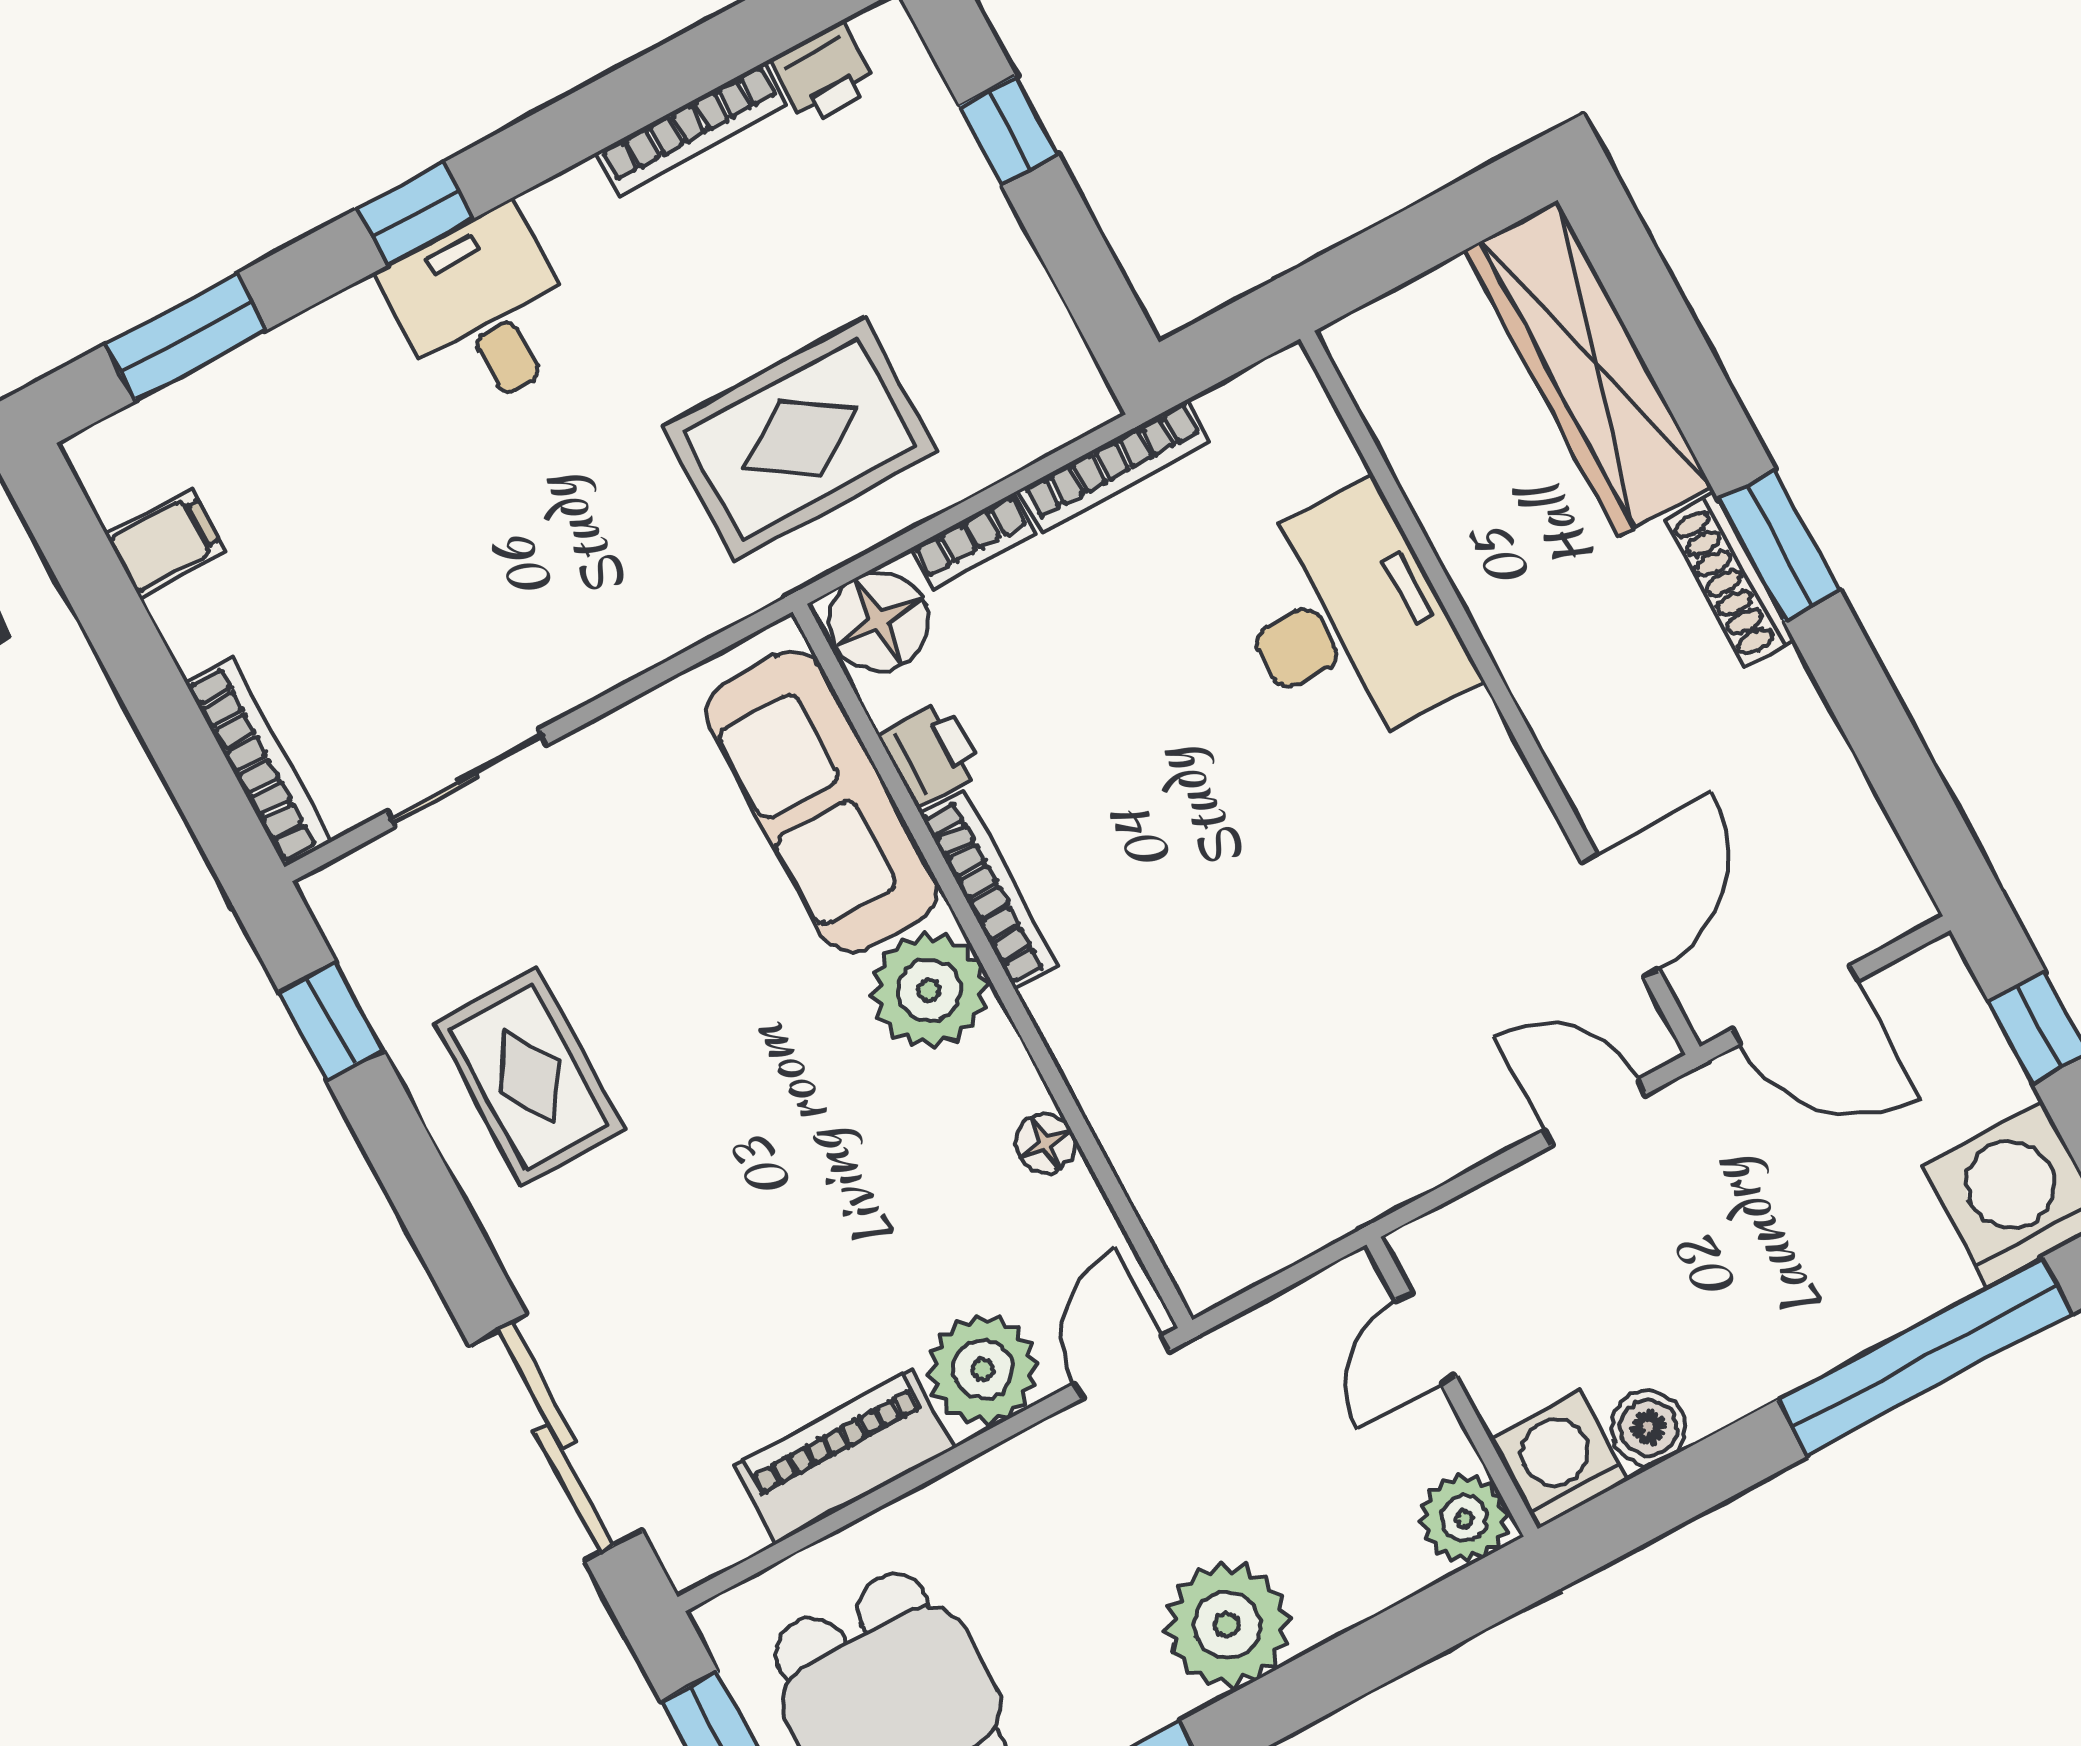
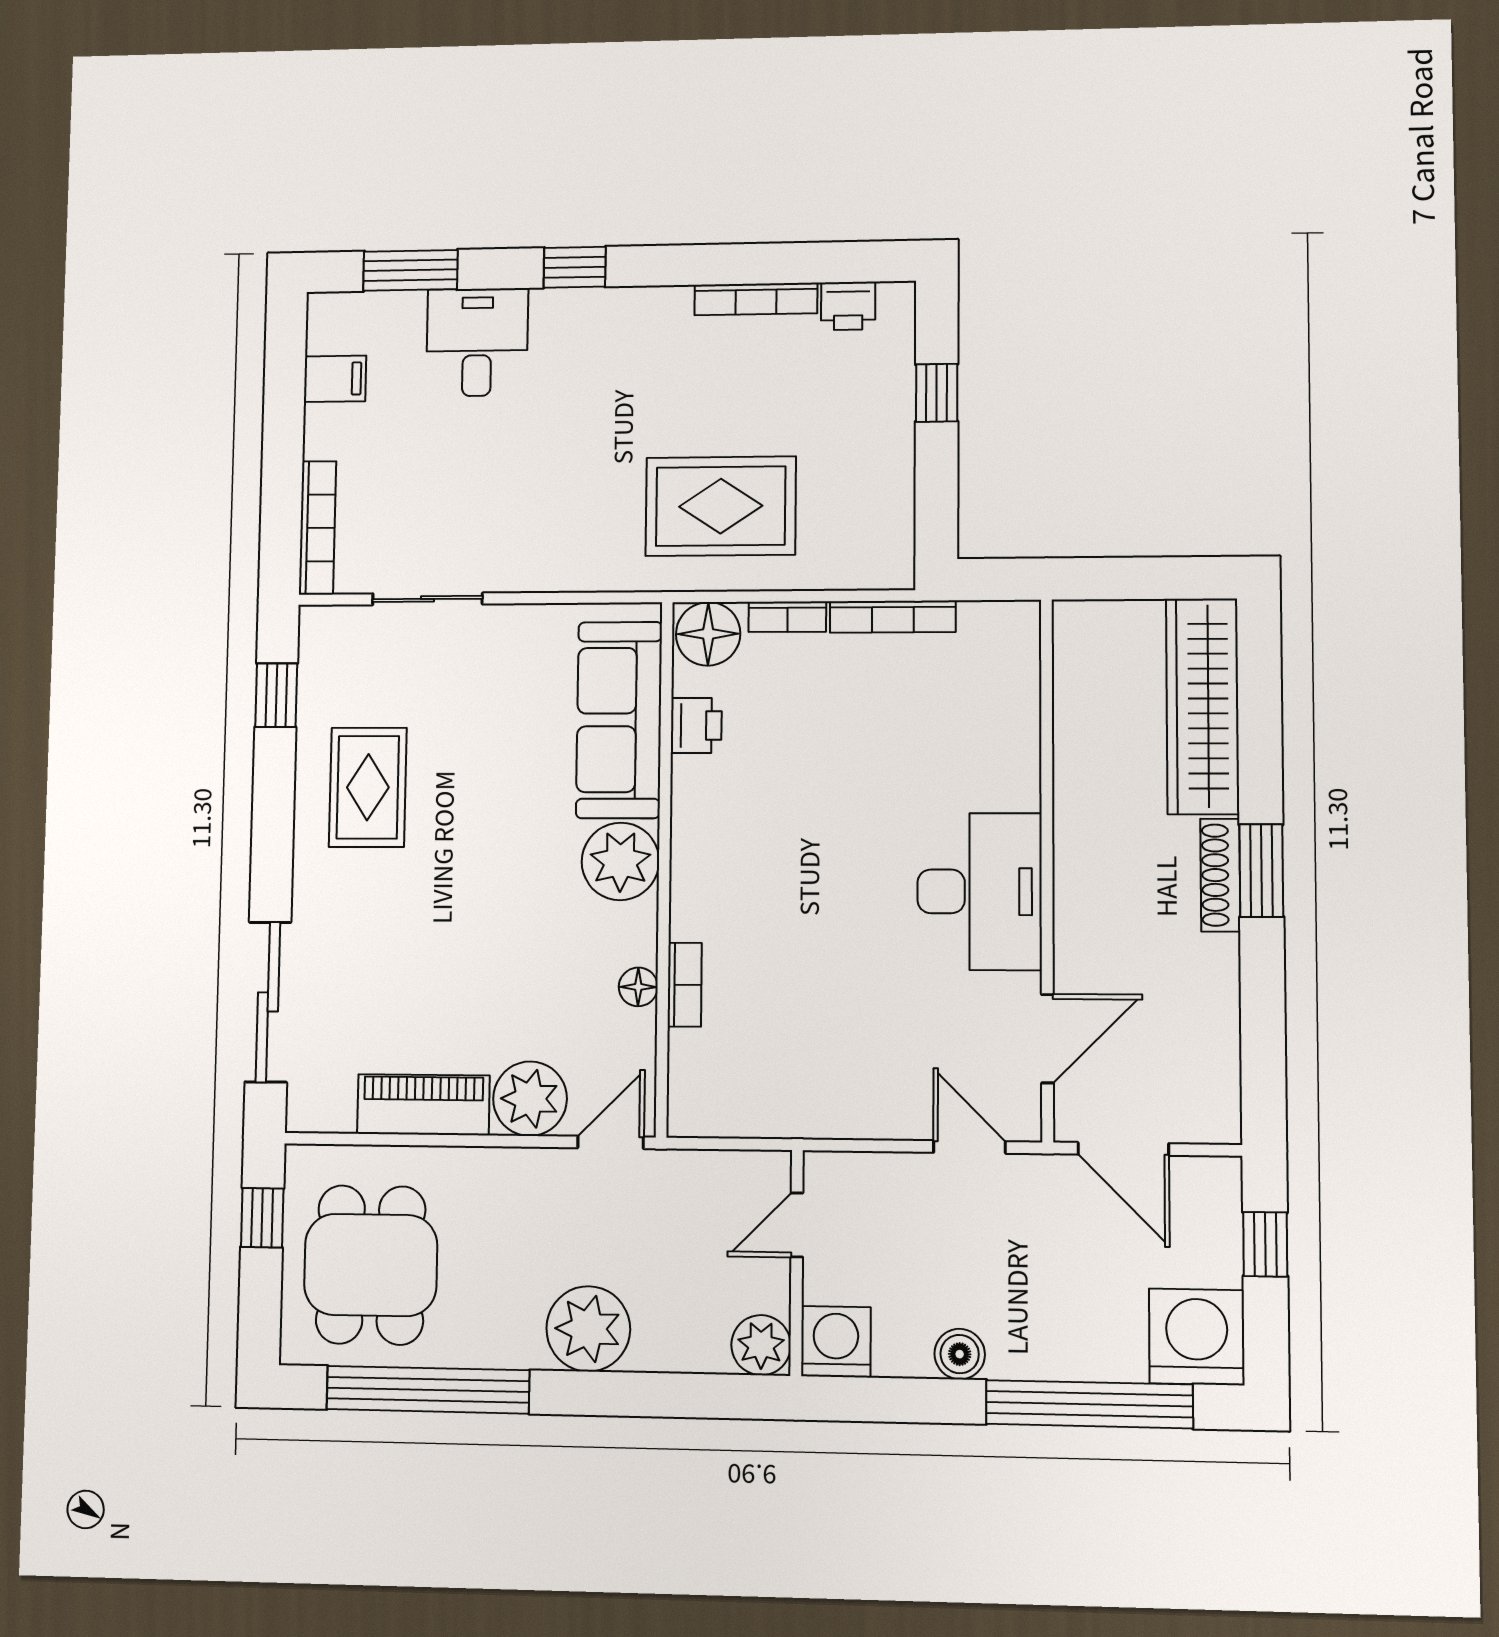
desk: (482, 311) -> (477, 342), moved
desk: (1347, 621) -> (980, 891), moved
bookcase: (989, 890) -> (685, 985), moved, width x0.64
boiler: (1648, 1428) -> (960, 1354), moved

